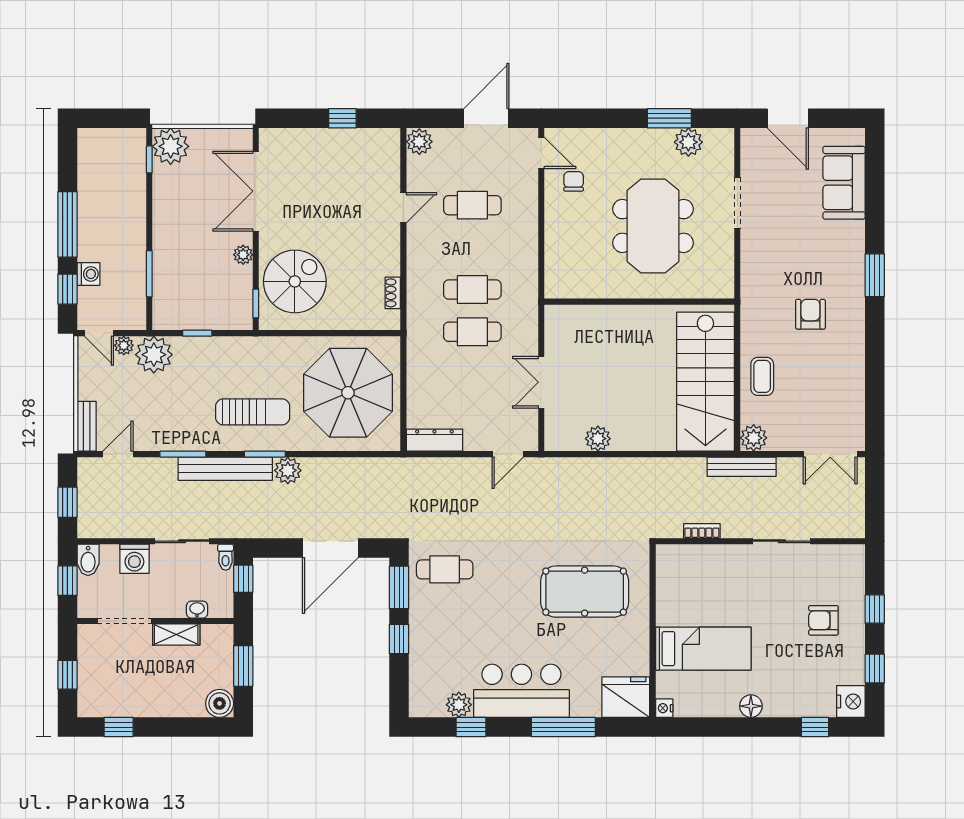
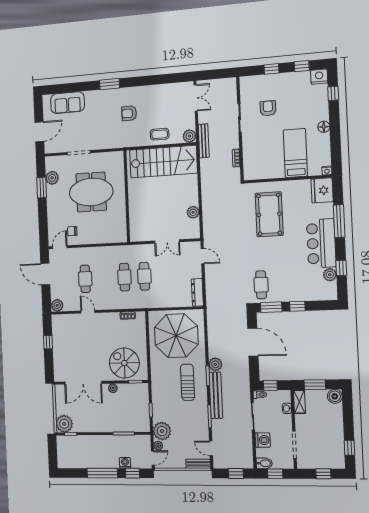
armchair: (823, 620) -> (268, 108), moved, turned 180
shelving: (176, 635) -> (299, 402), moved

